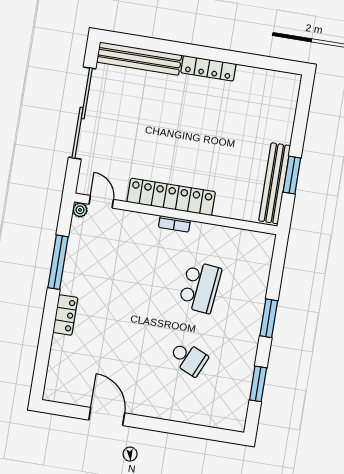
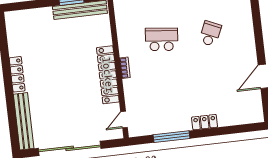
plant: (80, 210) -> (133, 132), removed

